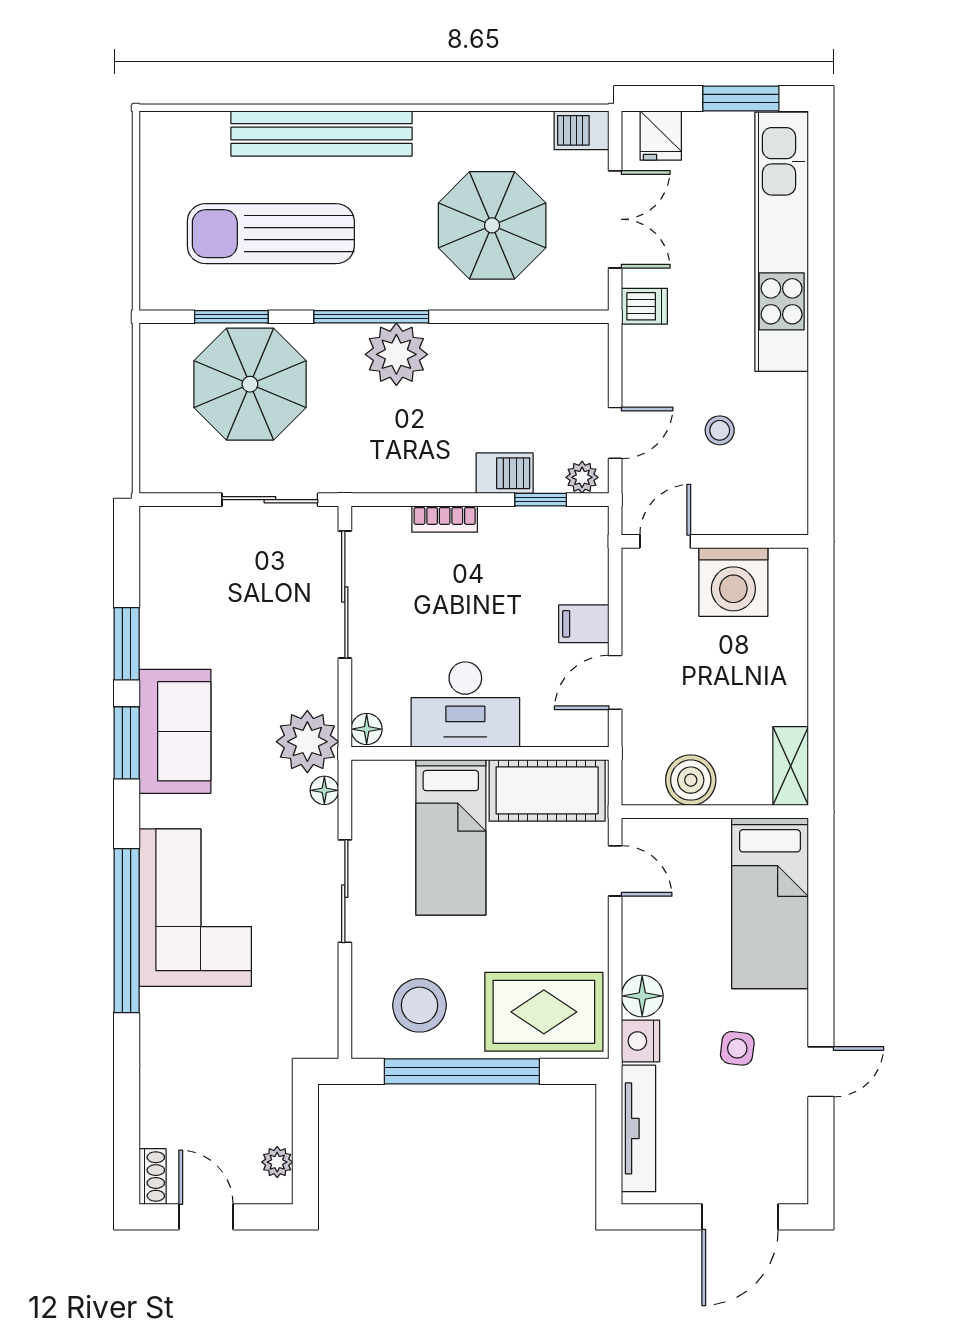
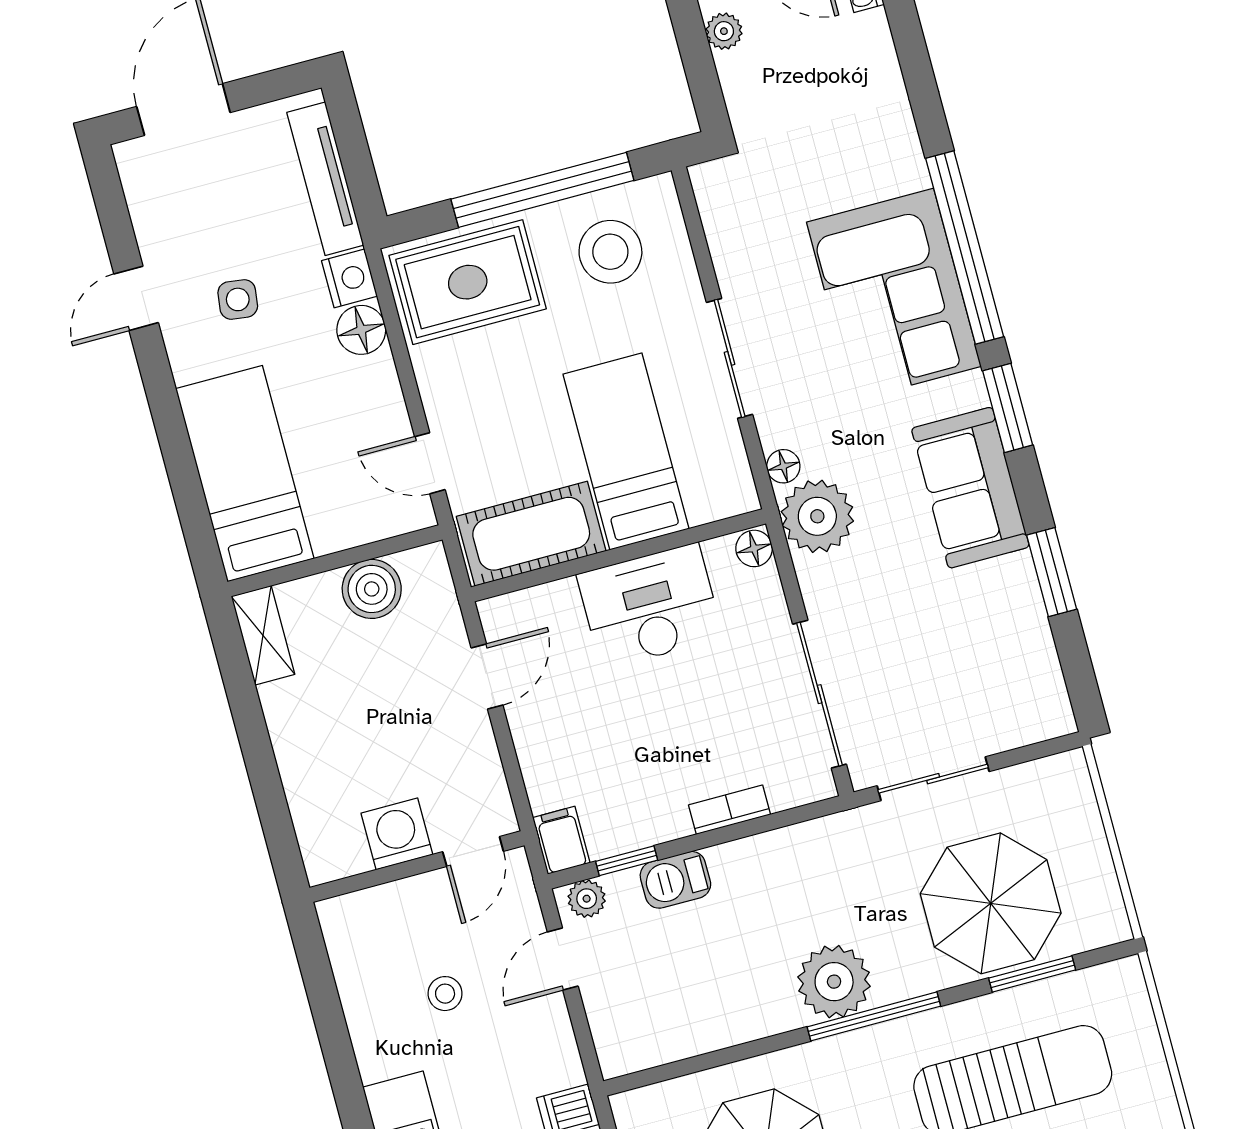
washing machine: (733, 582) -> (397, 834), width x0.73, depth x0.73
filing cabinet: (584, 624) -> (561, 840), moved, turned -90
window: (127, 743) -> (1008, 408), moved

